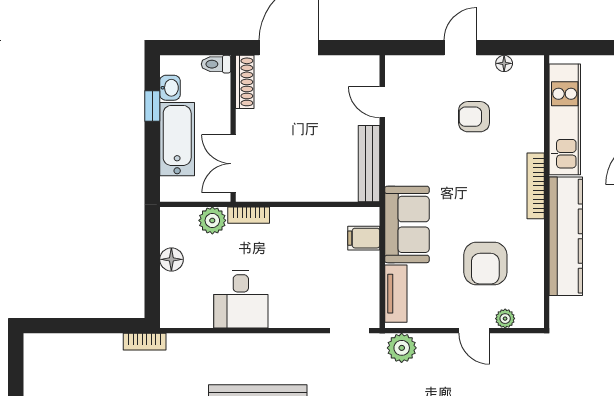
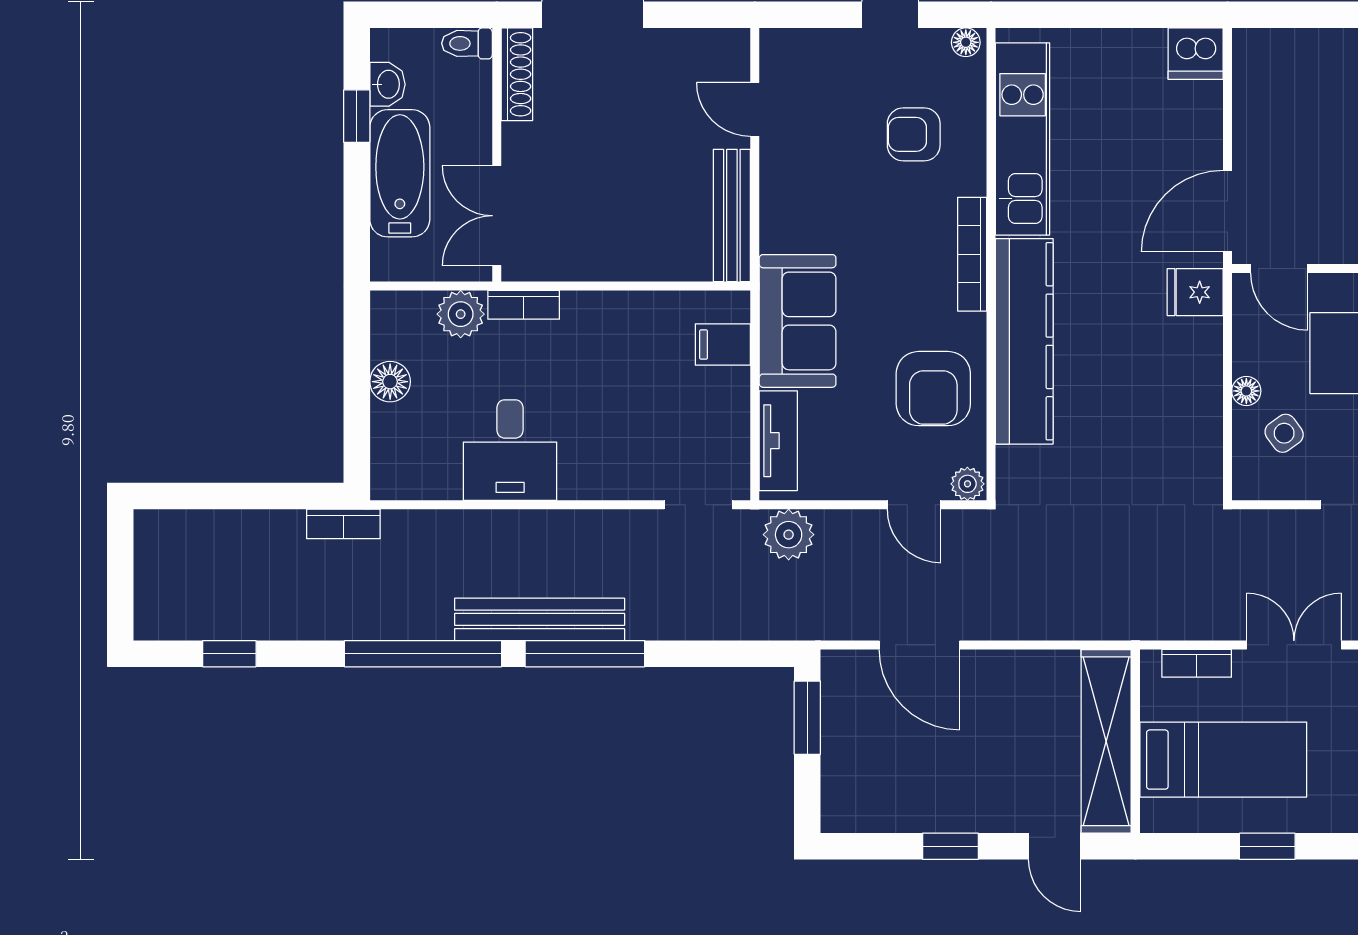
kitchen unit: (565, 119) -> (1023, 139), moved
bookcase: (536, 186) -> (972, 254), moved
wall: (547, 192) -> (991, 264), moved
kitchen counter: (566, 236) -> (1024, 341), moved

